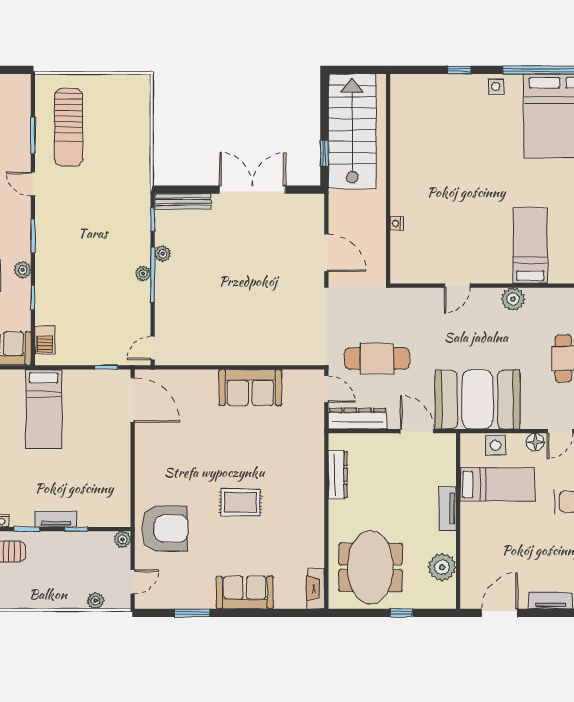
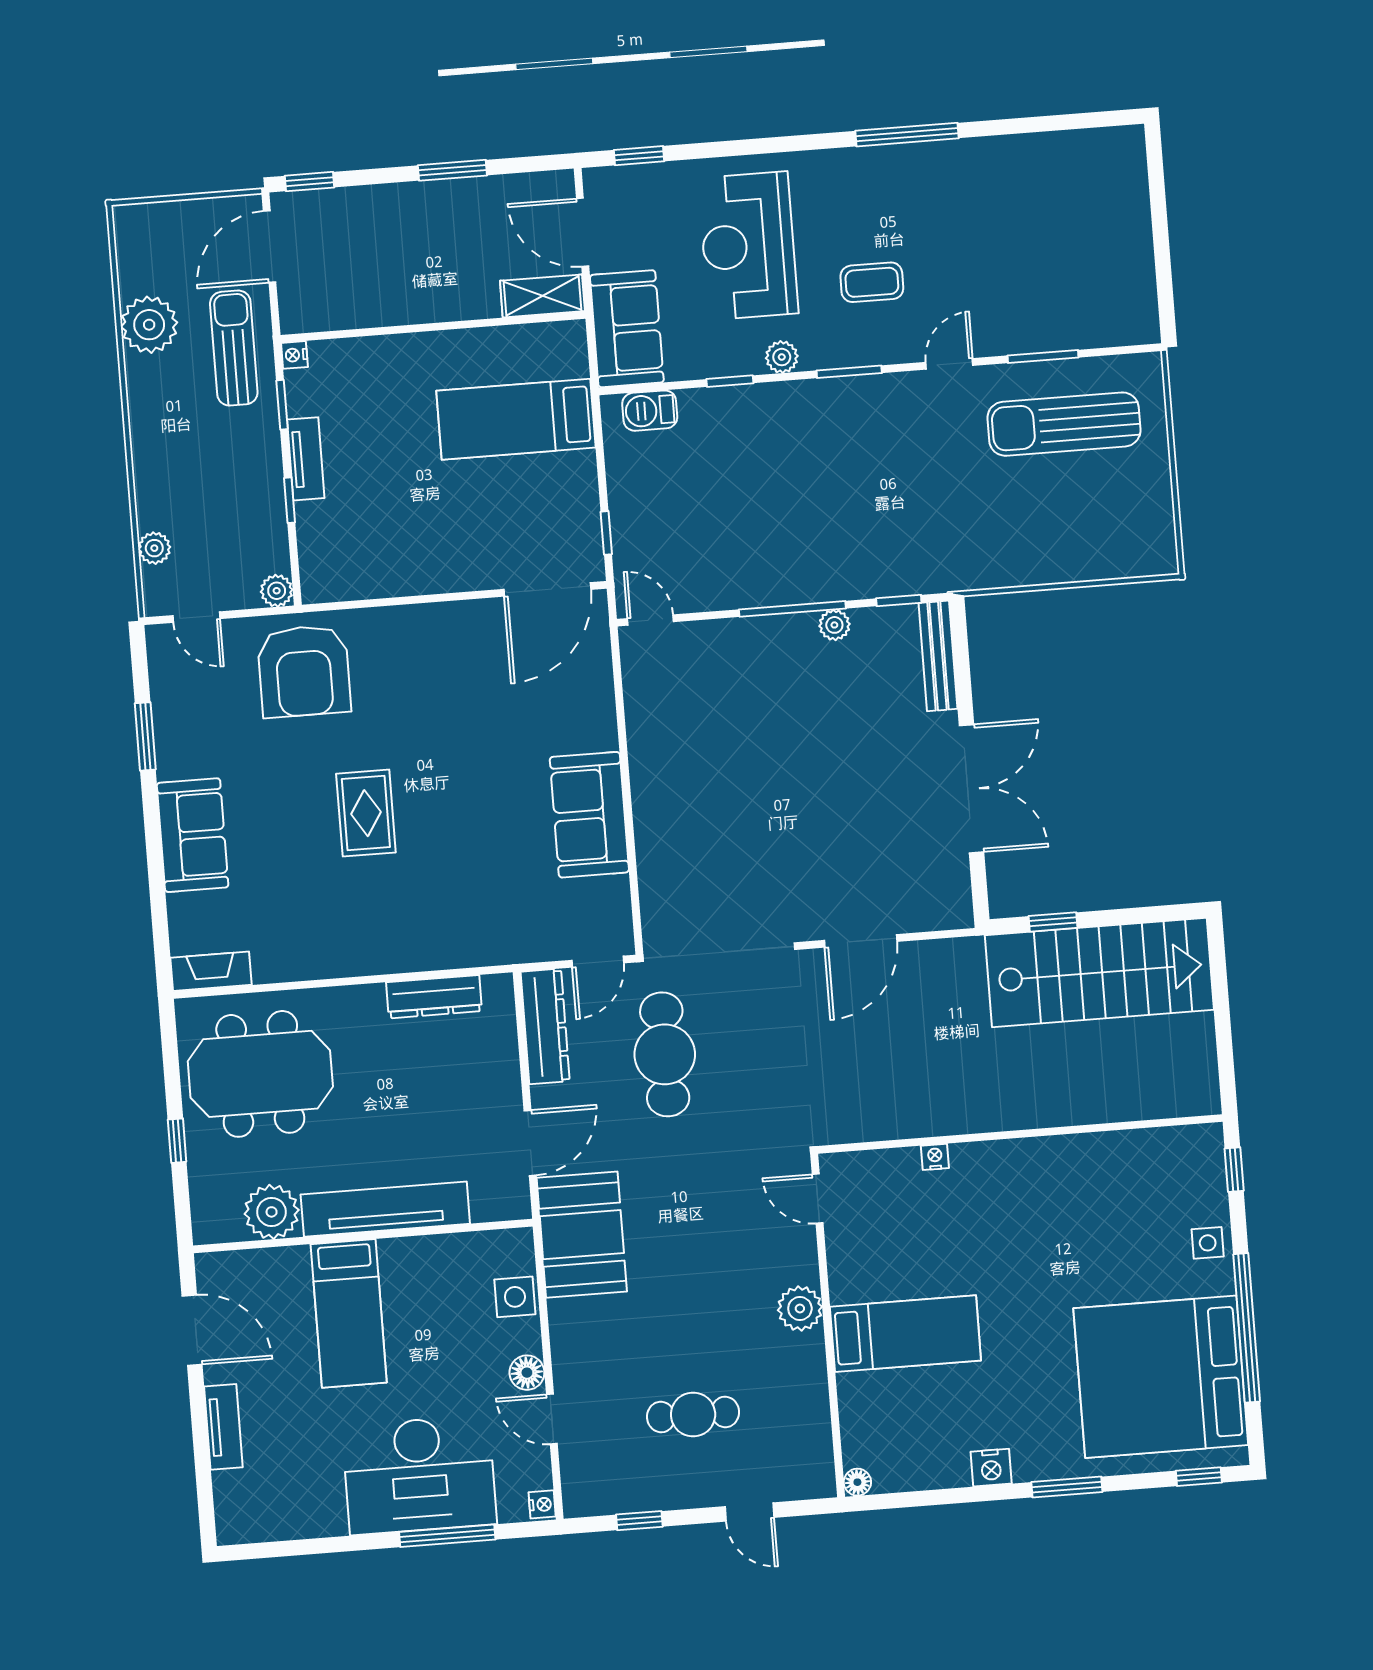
wall: (388, 179) -> (1020, 1134), moved
nightstand: (397, 223) -> (935, 1157), moved
plant: (143, 273) -> (793, 590), removed
booth: (477, 400) -> (582, 1235), width x0.73, depth x0.70
bed: (497, 484) -> (349, 1313), moved
tv unit: (448, 508) -> (385, 1209), width x1.92, depth x1.29

